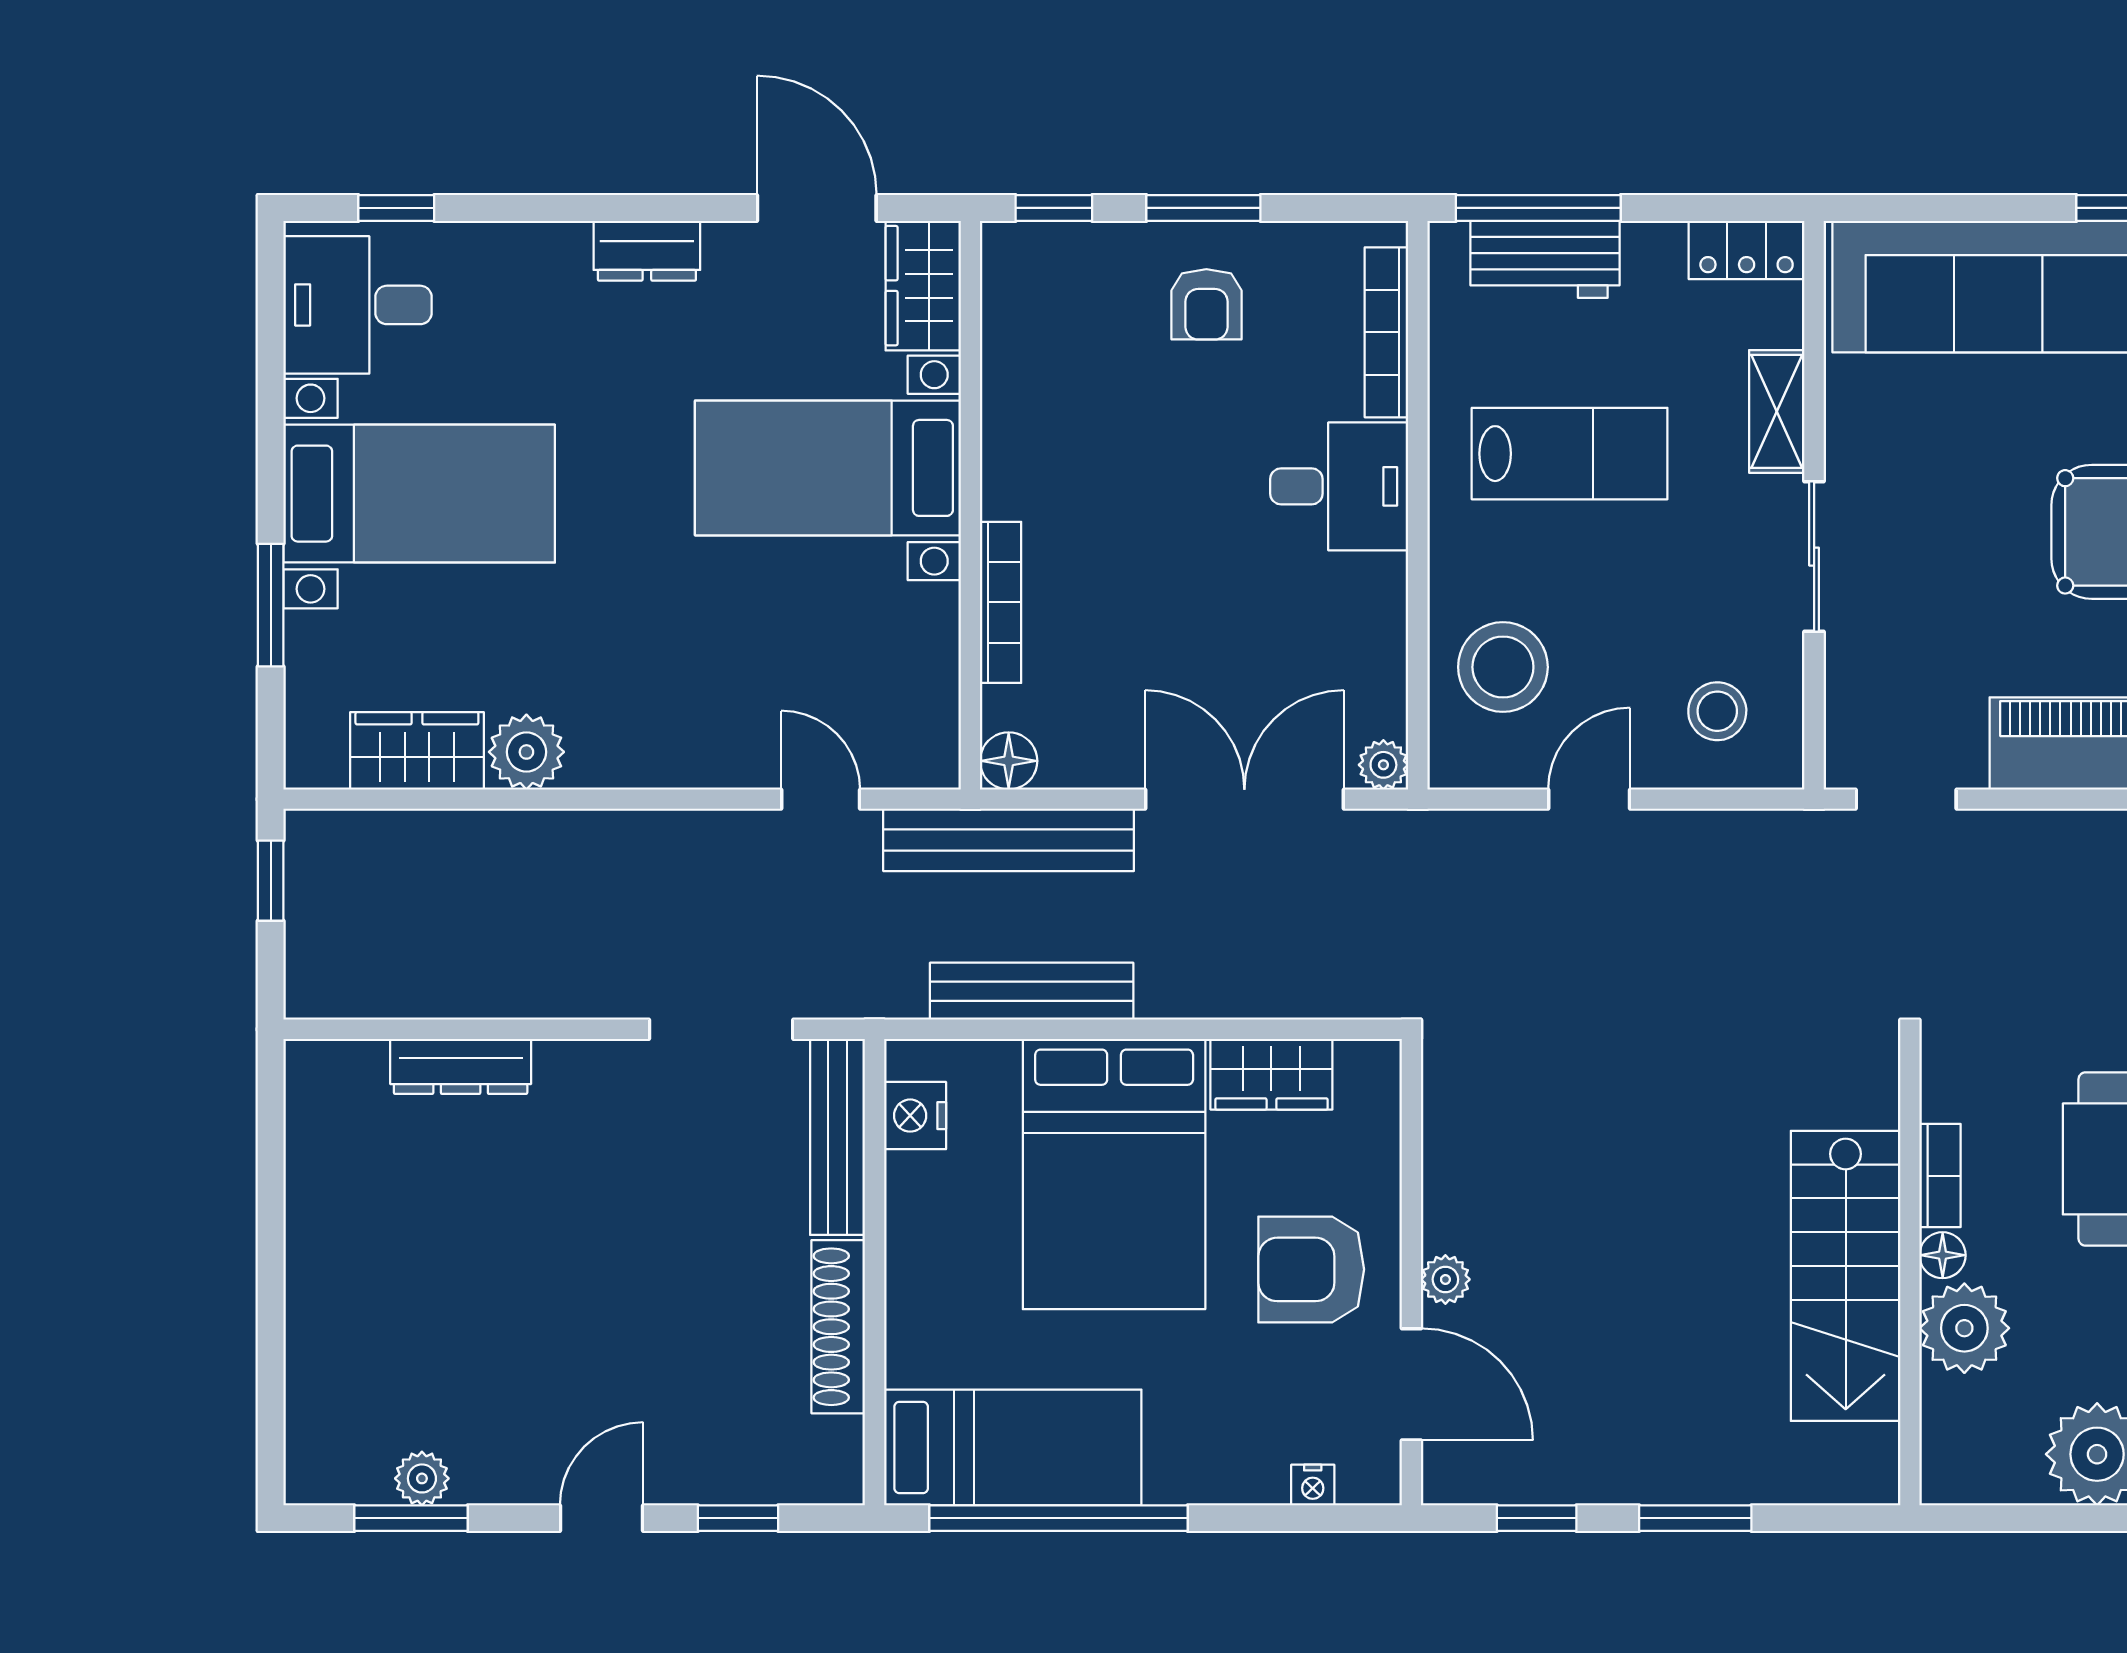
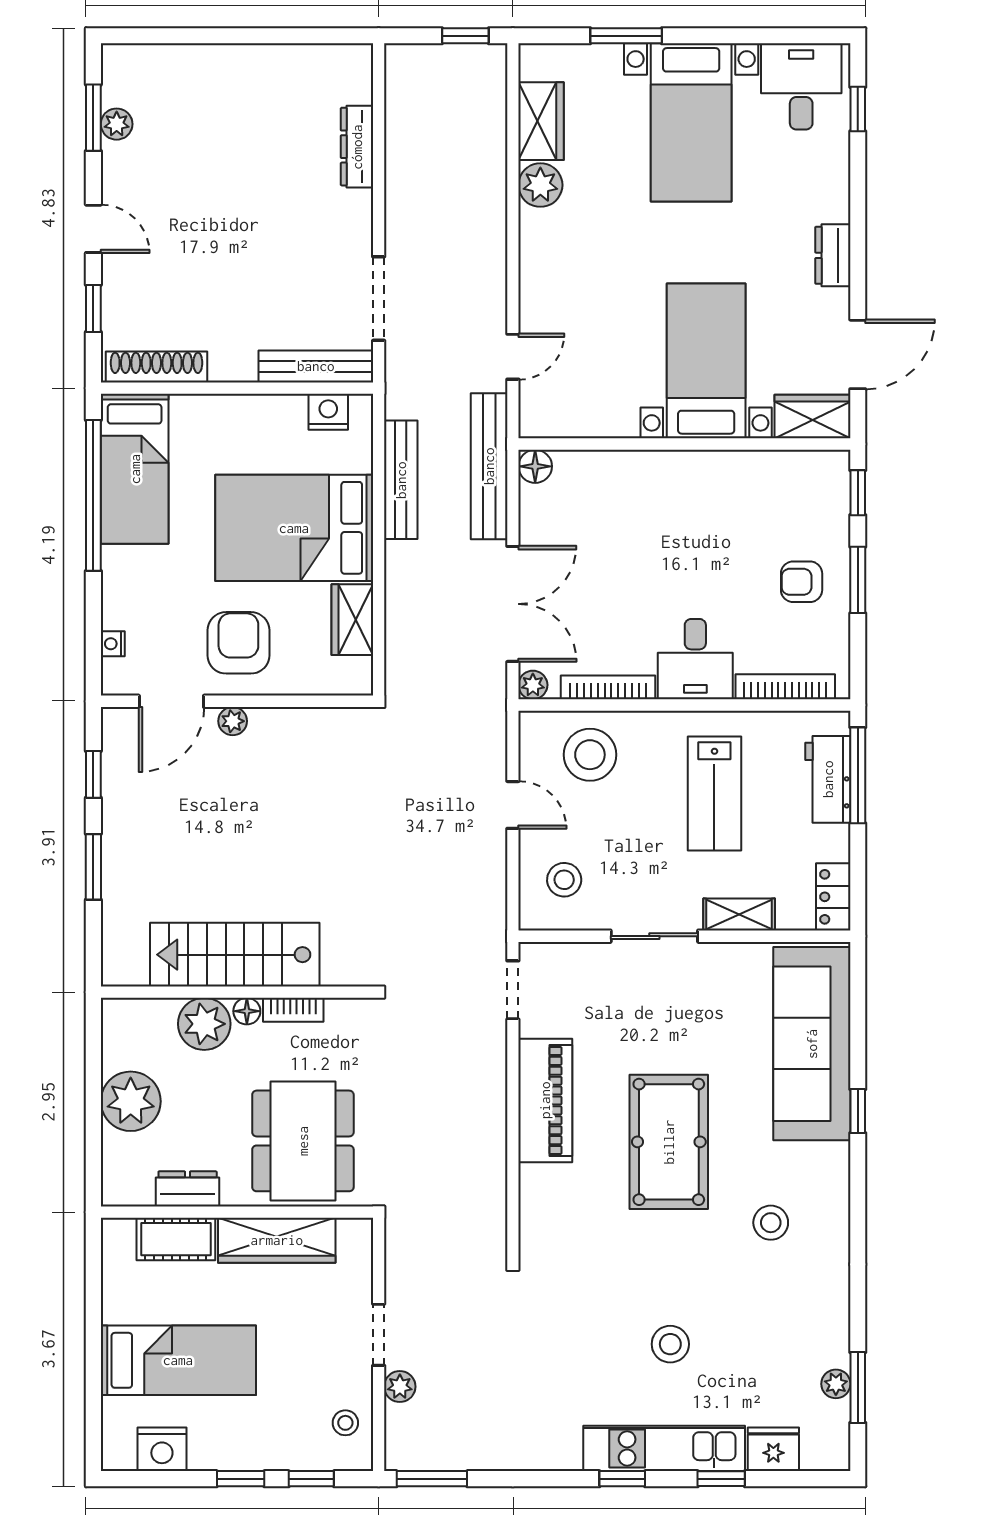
bookcase: (1001, 602) -> (608, 687), moved, turned 180
shoe rack: (838, 1327) -> (156, 367), moved

